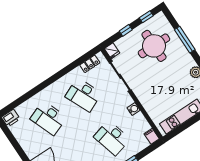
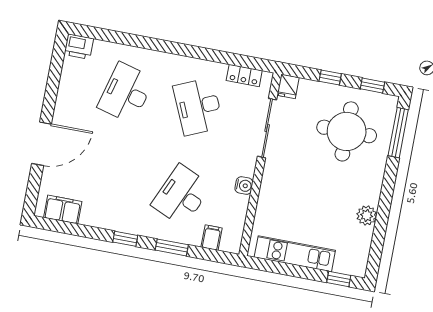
window: (185, 40) -> (398, 133), moved
desk: (48, 118) -> (126, 93), turned 36
filing cabinet: (152, 136) -> (212, 238), moved
desk: (112, 138) -> (181, 195), turned 39

